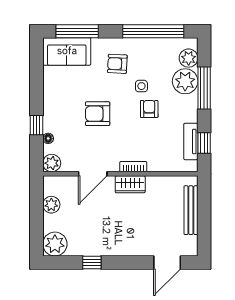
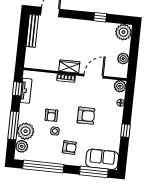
window: (36, 125) -> (125, 131), moved
bench: (191, 210) -> (32, 31), moved

